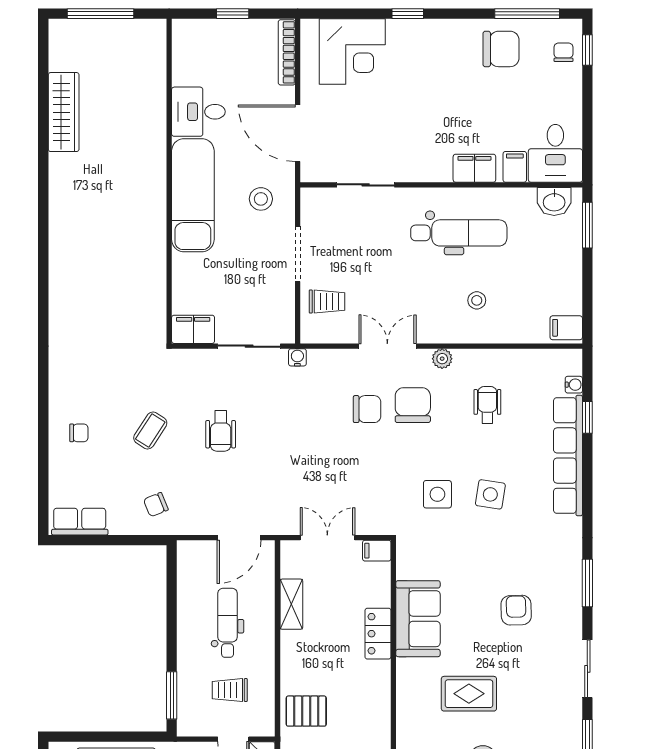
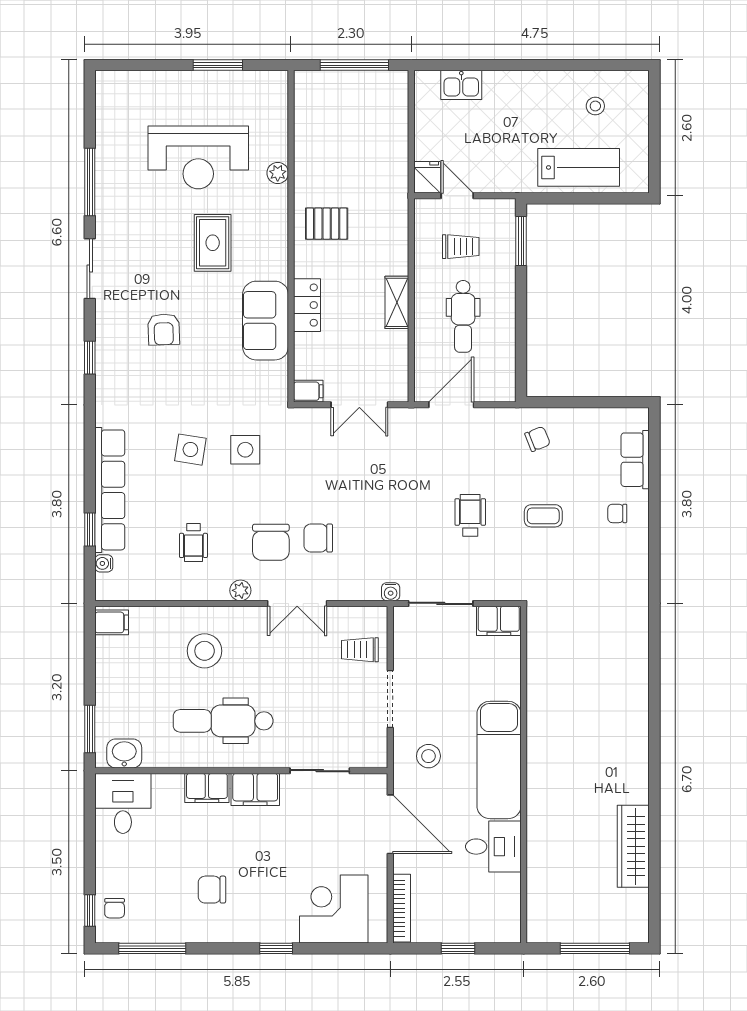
chair: (501, 49) -> (212, 890), moved, width x0.73, depth x0.73
filing cabinet: (515, 167) -> (255, 789), moved, width x2.00
stool: (477, 300) -> (205, 651), width x1.89, depth x1.89
coffee table: (150, 431) -> (543, 516), turned 57
row of seats: (80, 522) -> (635, 460), moved, turned 90
window: (587, 583) -> (90, 358), width x0.67
shelving: (291, 604) -> (397, 302), moved
rug: (469, 694) -> (213, 243), turned 90
pallet: (306, 711) -> (327, 224), moved

